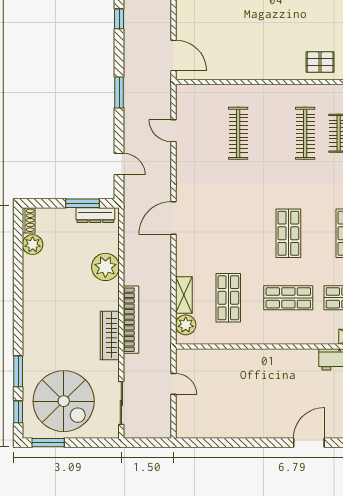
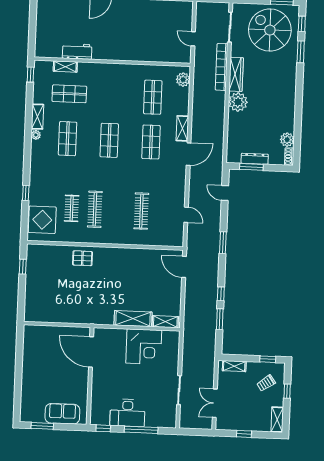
dresser: (95, 215) -> (255, 159), moved
plant: (105, 267) -> (238, 102), moved
shelving: (184, 295) -> (182, 128), moved
shop shelf: (288, 298) -> (151, 142), moved, turned 90
bookcase: (131, 320) -> (222, 67), moved

